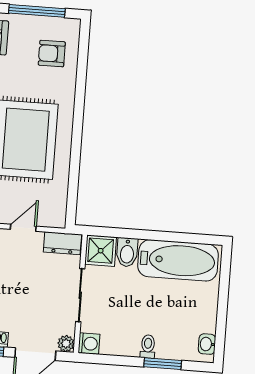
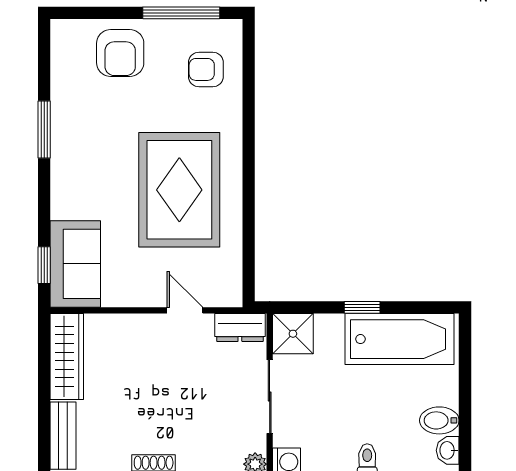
door: (23, 228) -> (185, 310), hinge flipped
window: (153, 235) -> (362, 307), added
bidet: (127, 252) -> (439, 420), moved, turned 90

